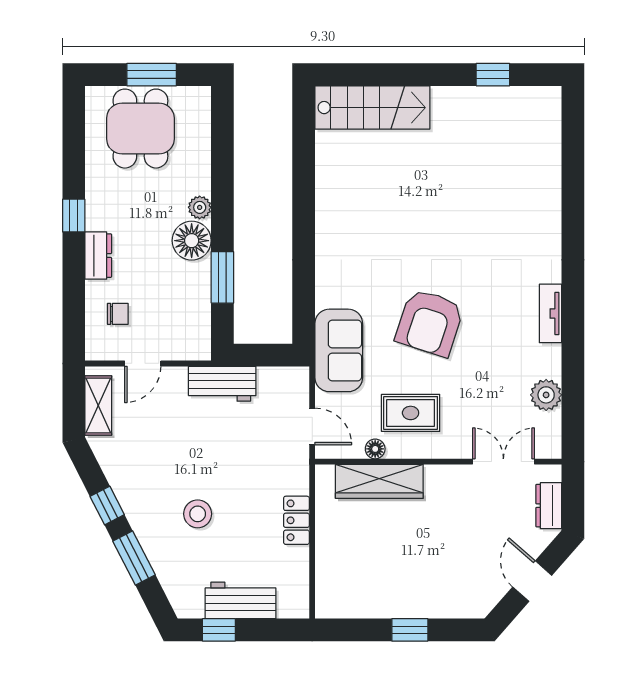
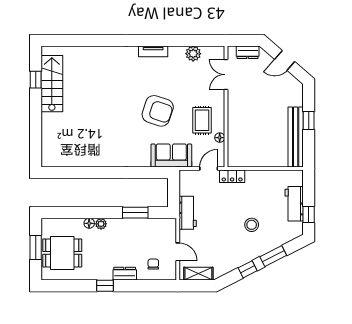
stairs: (372, 108) -> (52, 84), moved
floor lamp: (192, 241) -> (89, 223), moved, width x0.53, depth x0.53
wardrobe: (379, 481) -> (236, 136), removed
locker: (296, 520) -> (232, 176), moved
bench: (376, 603) -> (296, 137), added

